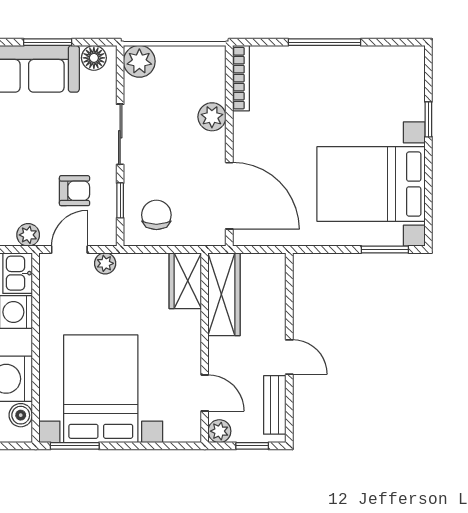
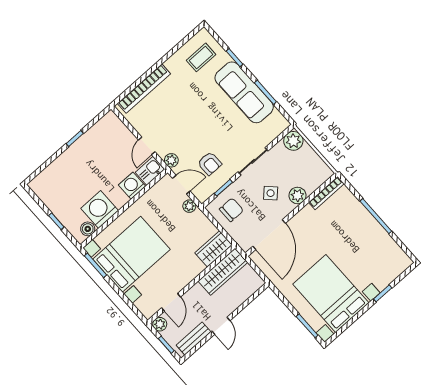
floor lamp: (94, 58) -> (277, 119), removed
side table: (179, 148) -> (271, 193), added

